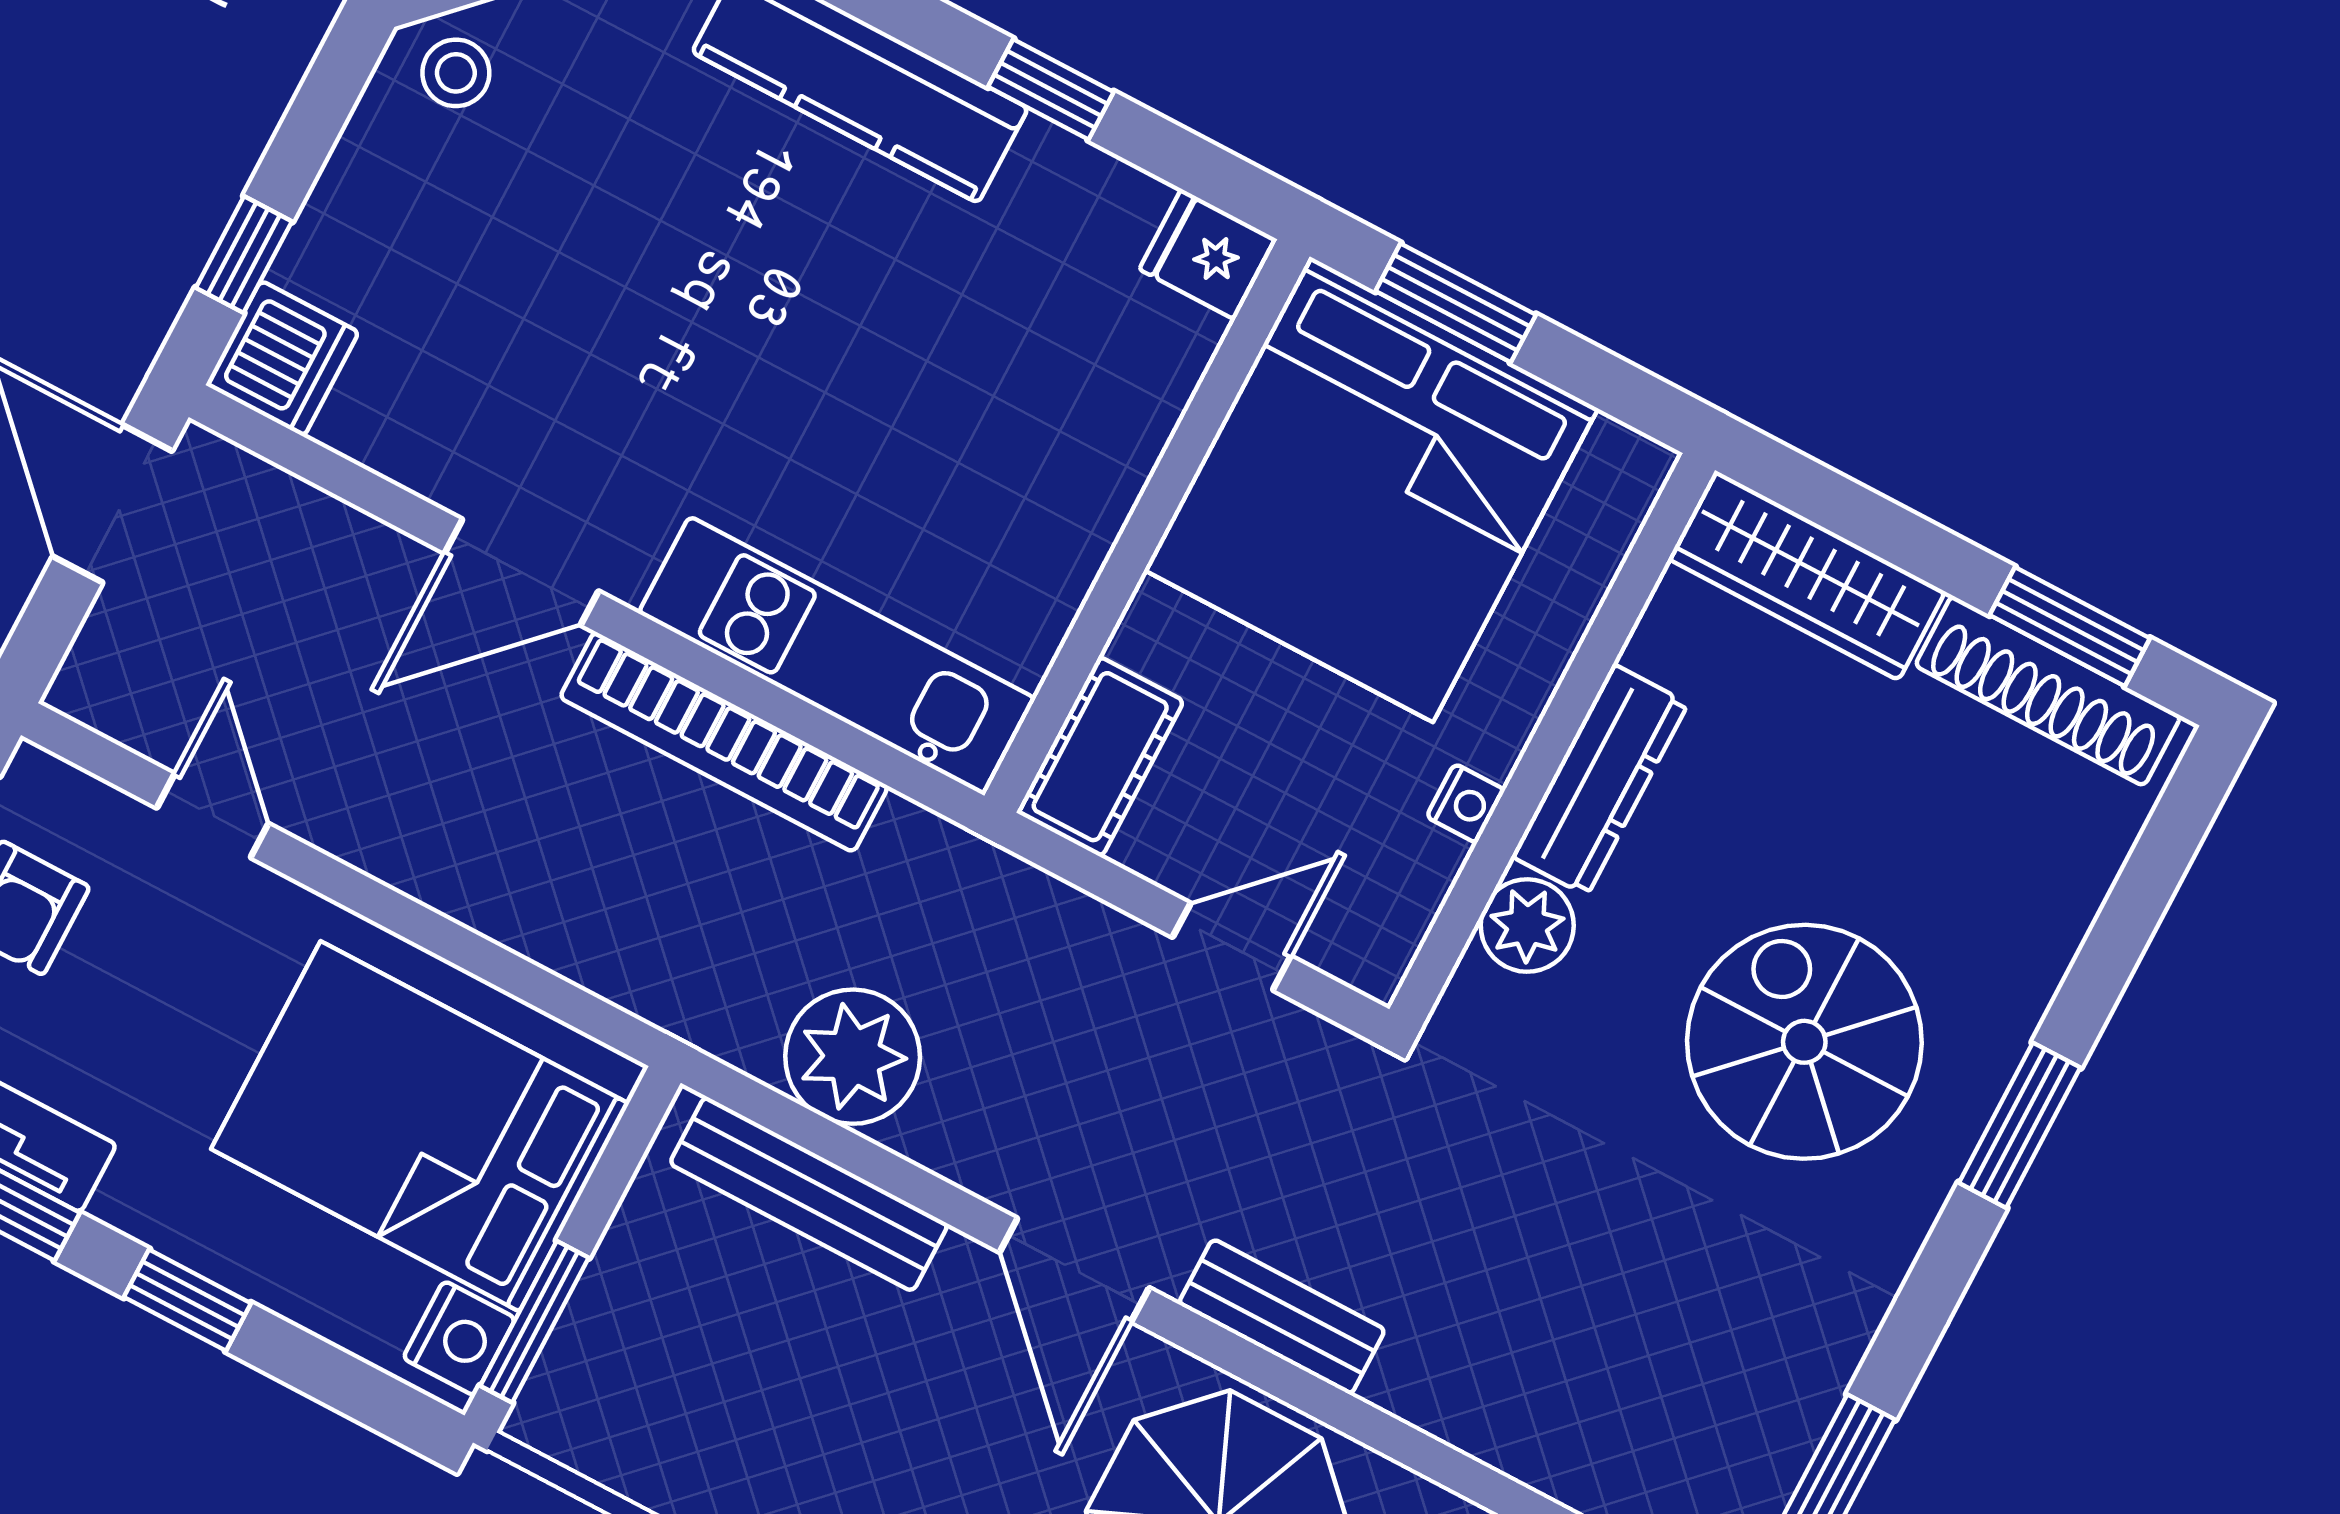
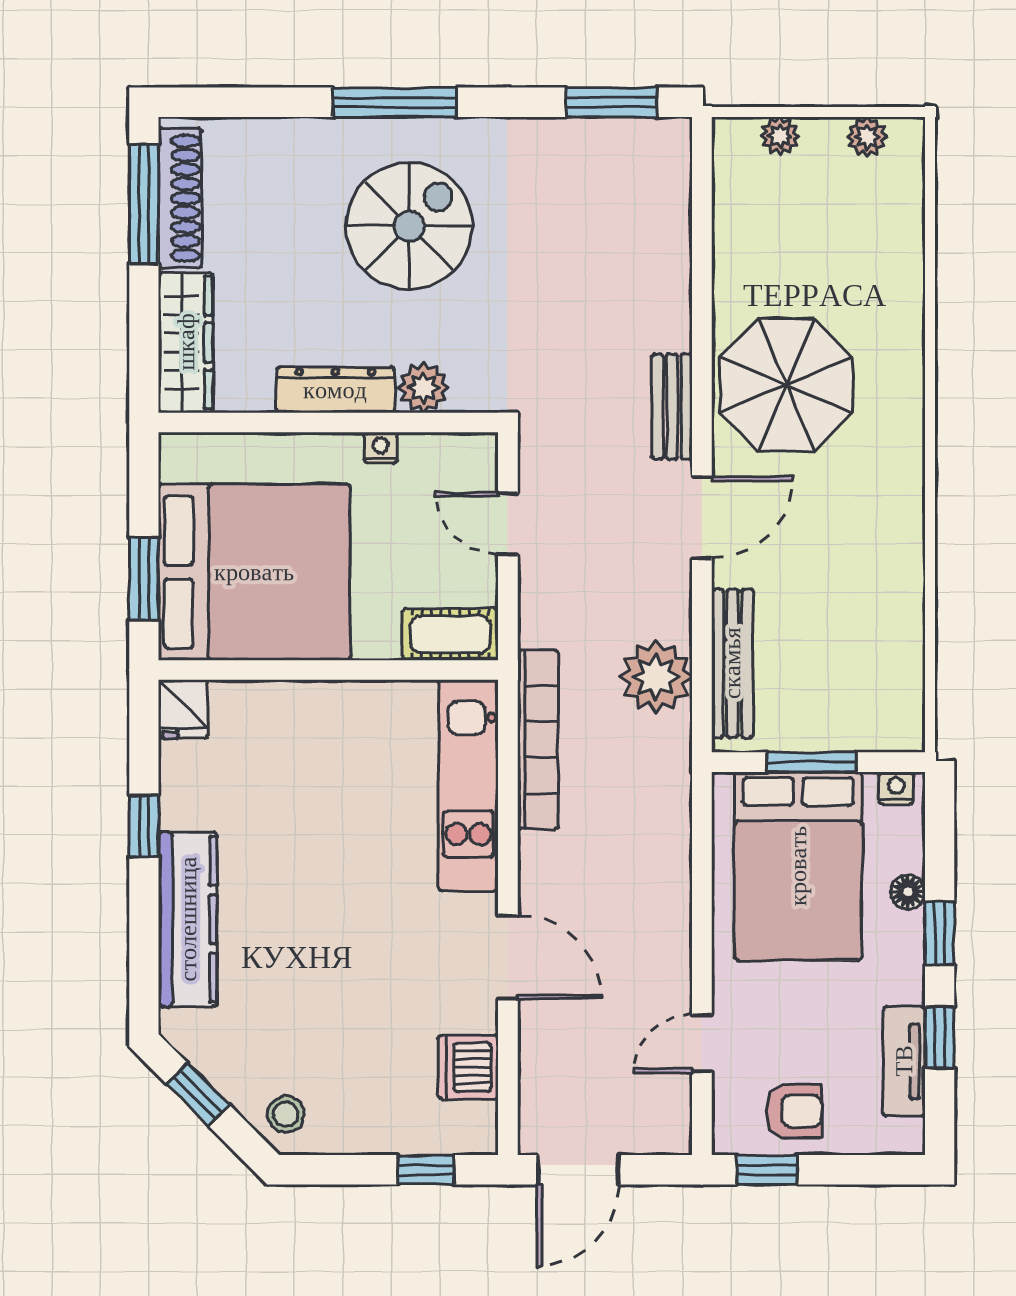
dishwasher: (282, 359) -> (468, 1067), moved, turned -90
window: (2070, 627) -> (144, 204), width x1.44
bookcase: (724, 742) -> (538, 739), moved
spiral stairs: (1804, 1042) -> (409, 226), turned 180
window: (2020, 1125) -> (395, 102), width x1.44
floor lamp: (283, 1284) -> (908, 892), added
window: (534, 1322) -> (811, 762), moved
nightstand: (459, 1338) -> (896, 788), width x0.72, depth x0.74

